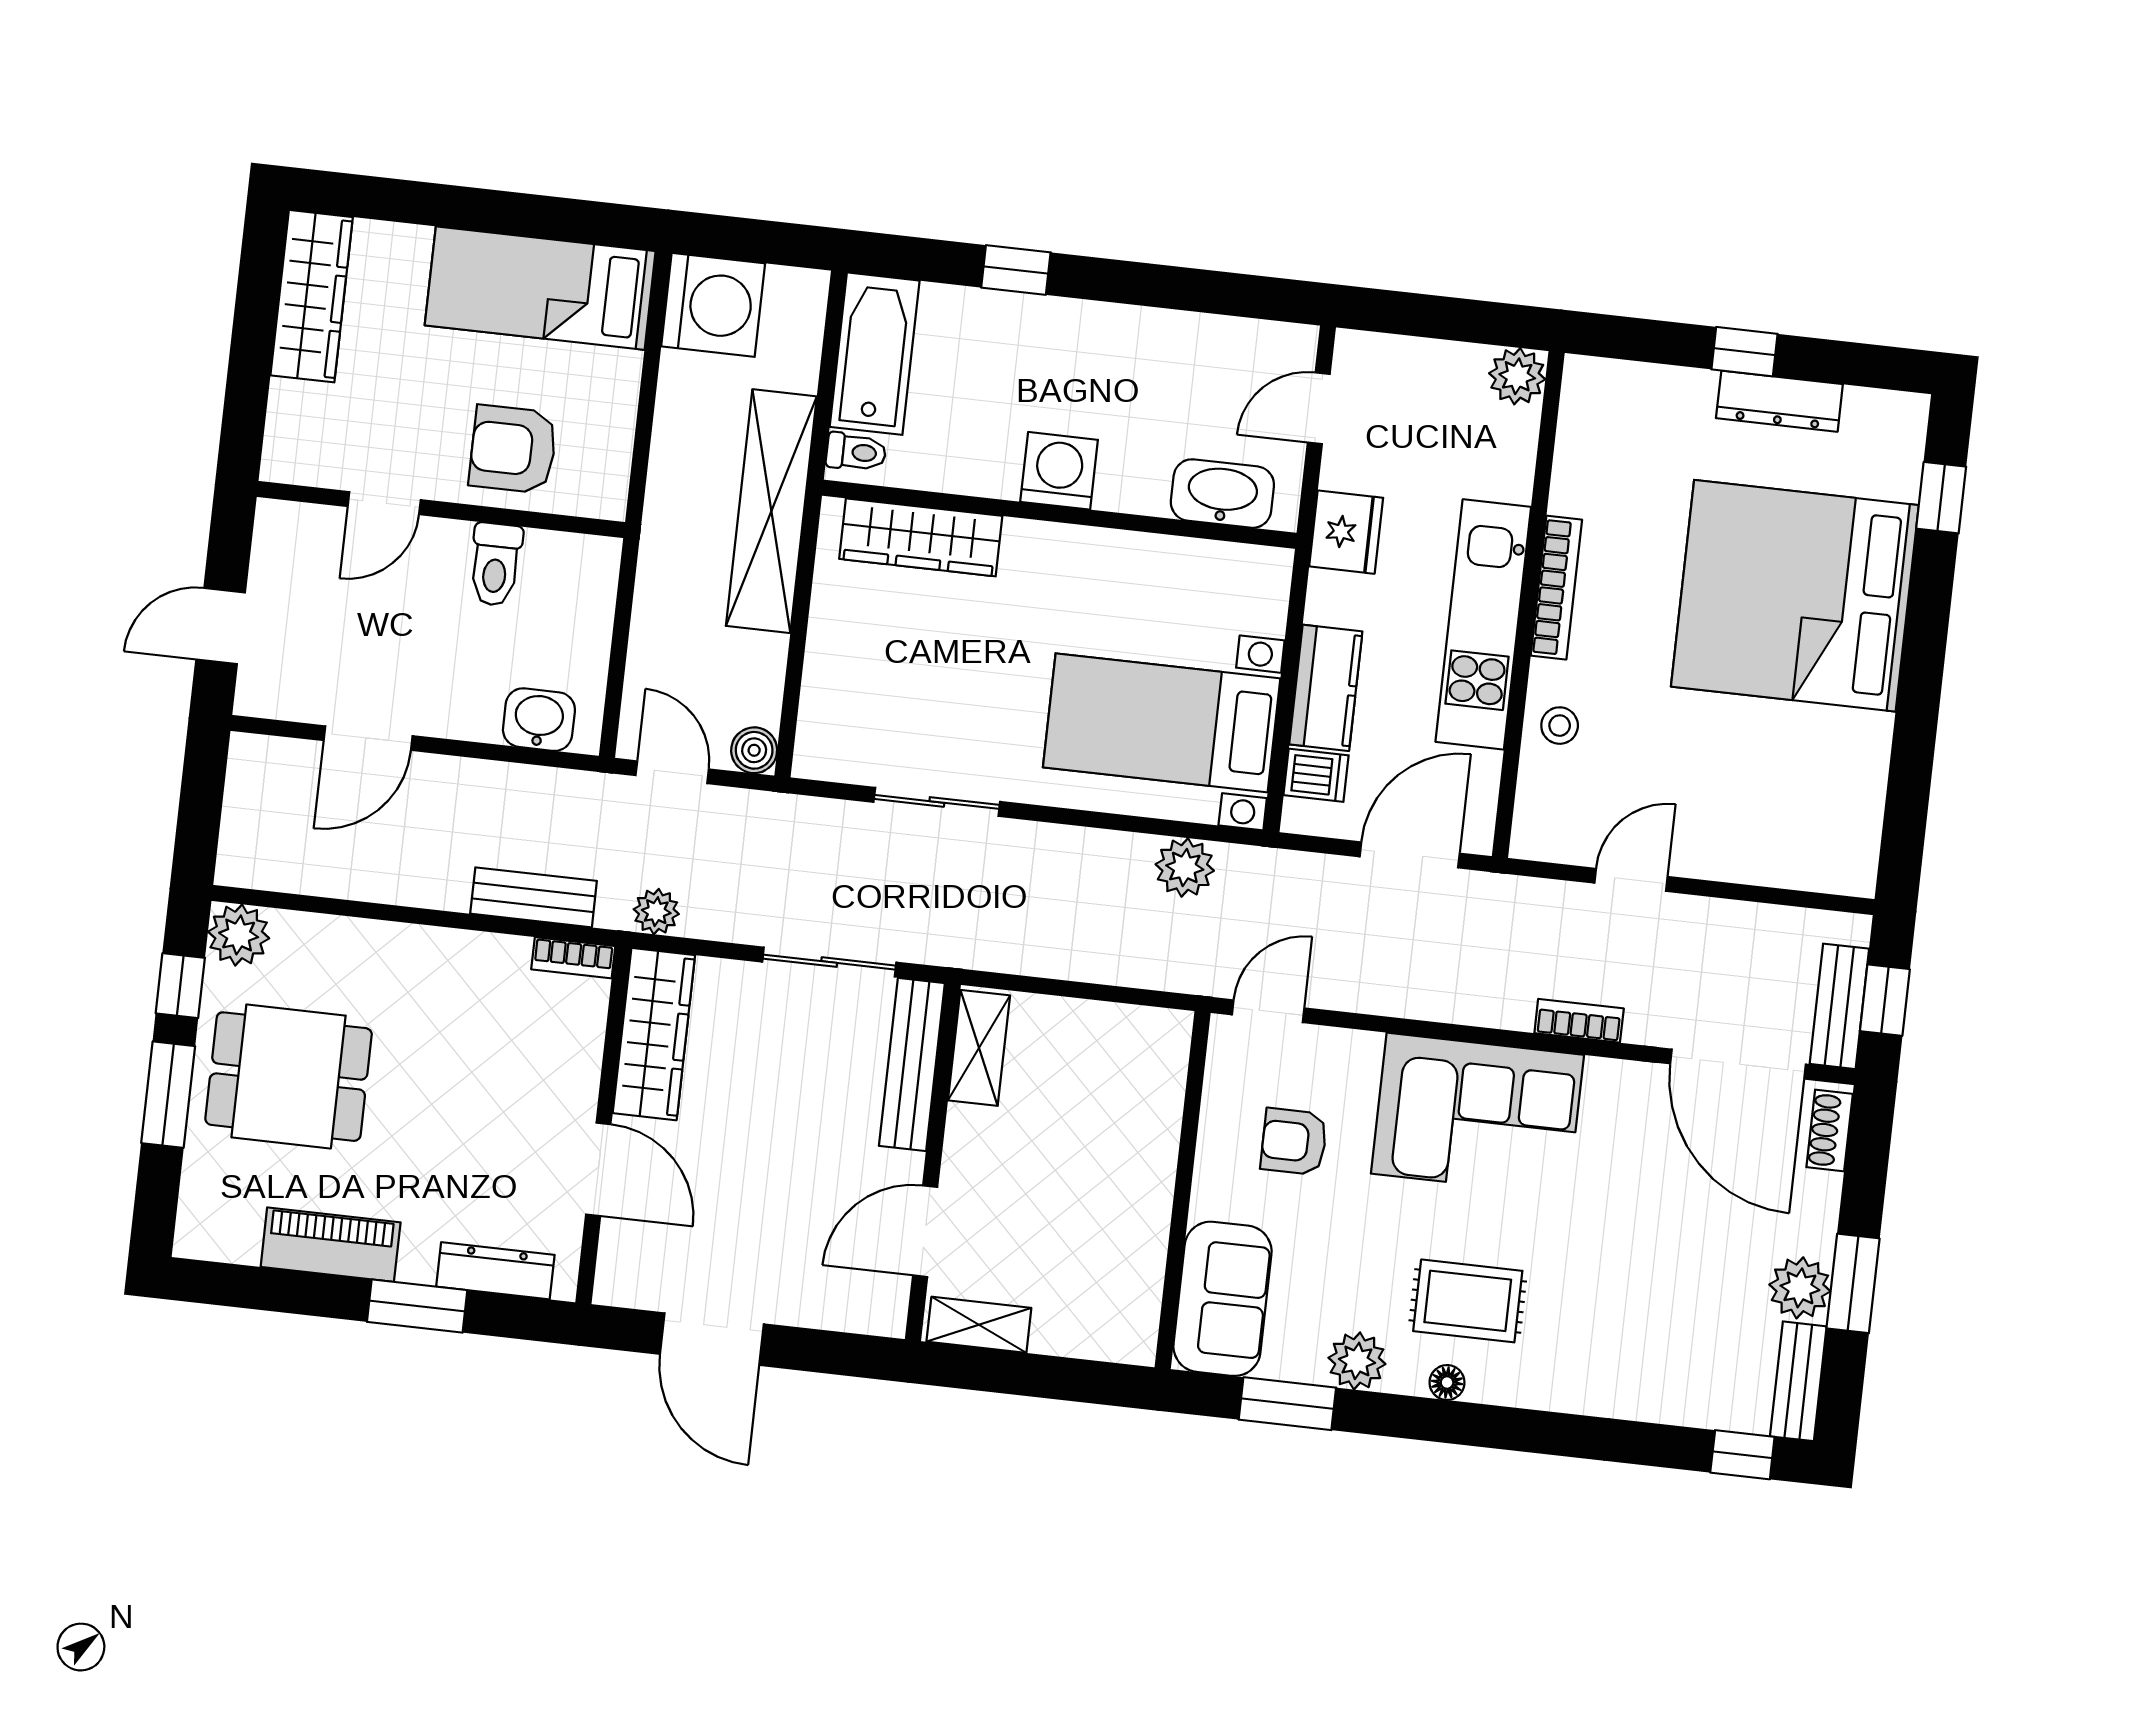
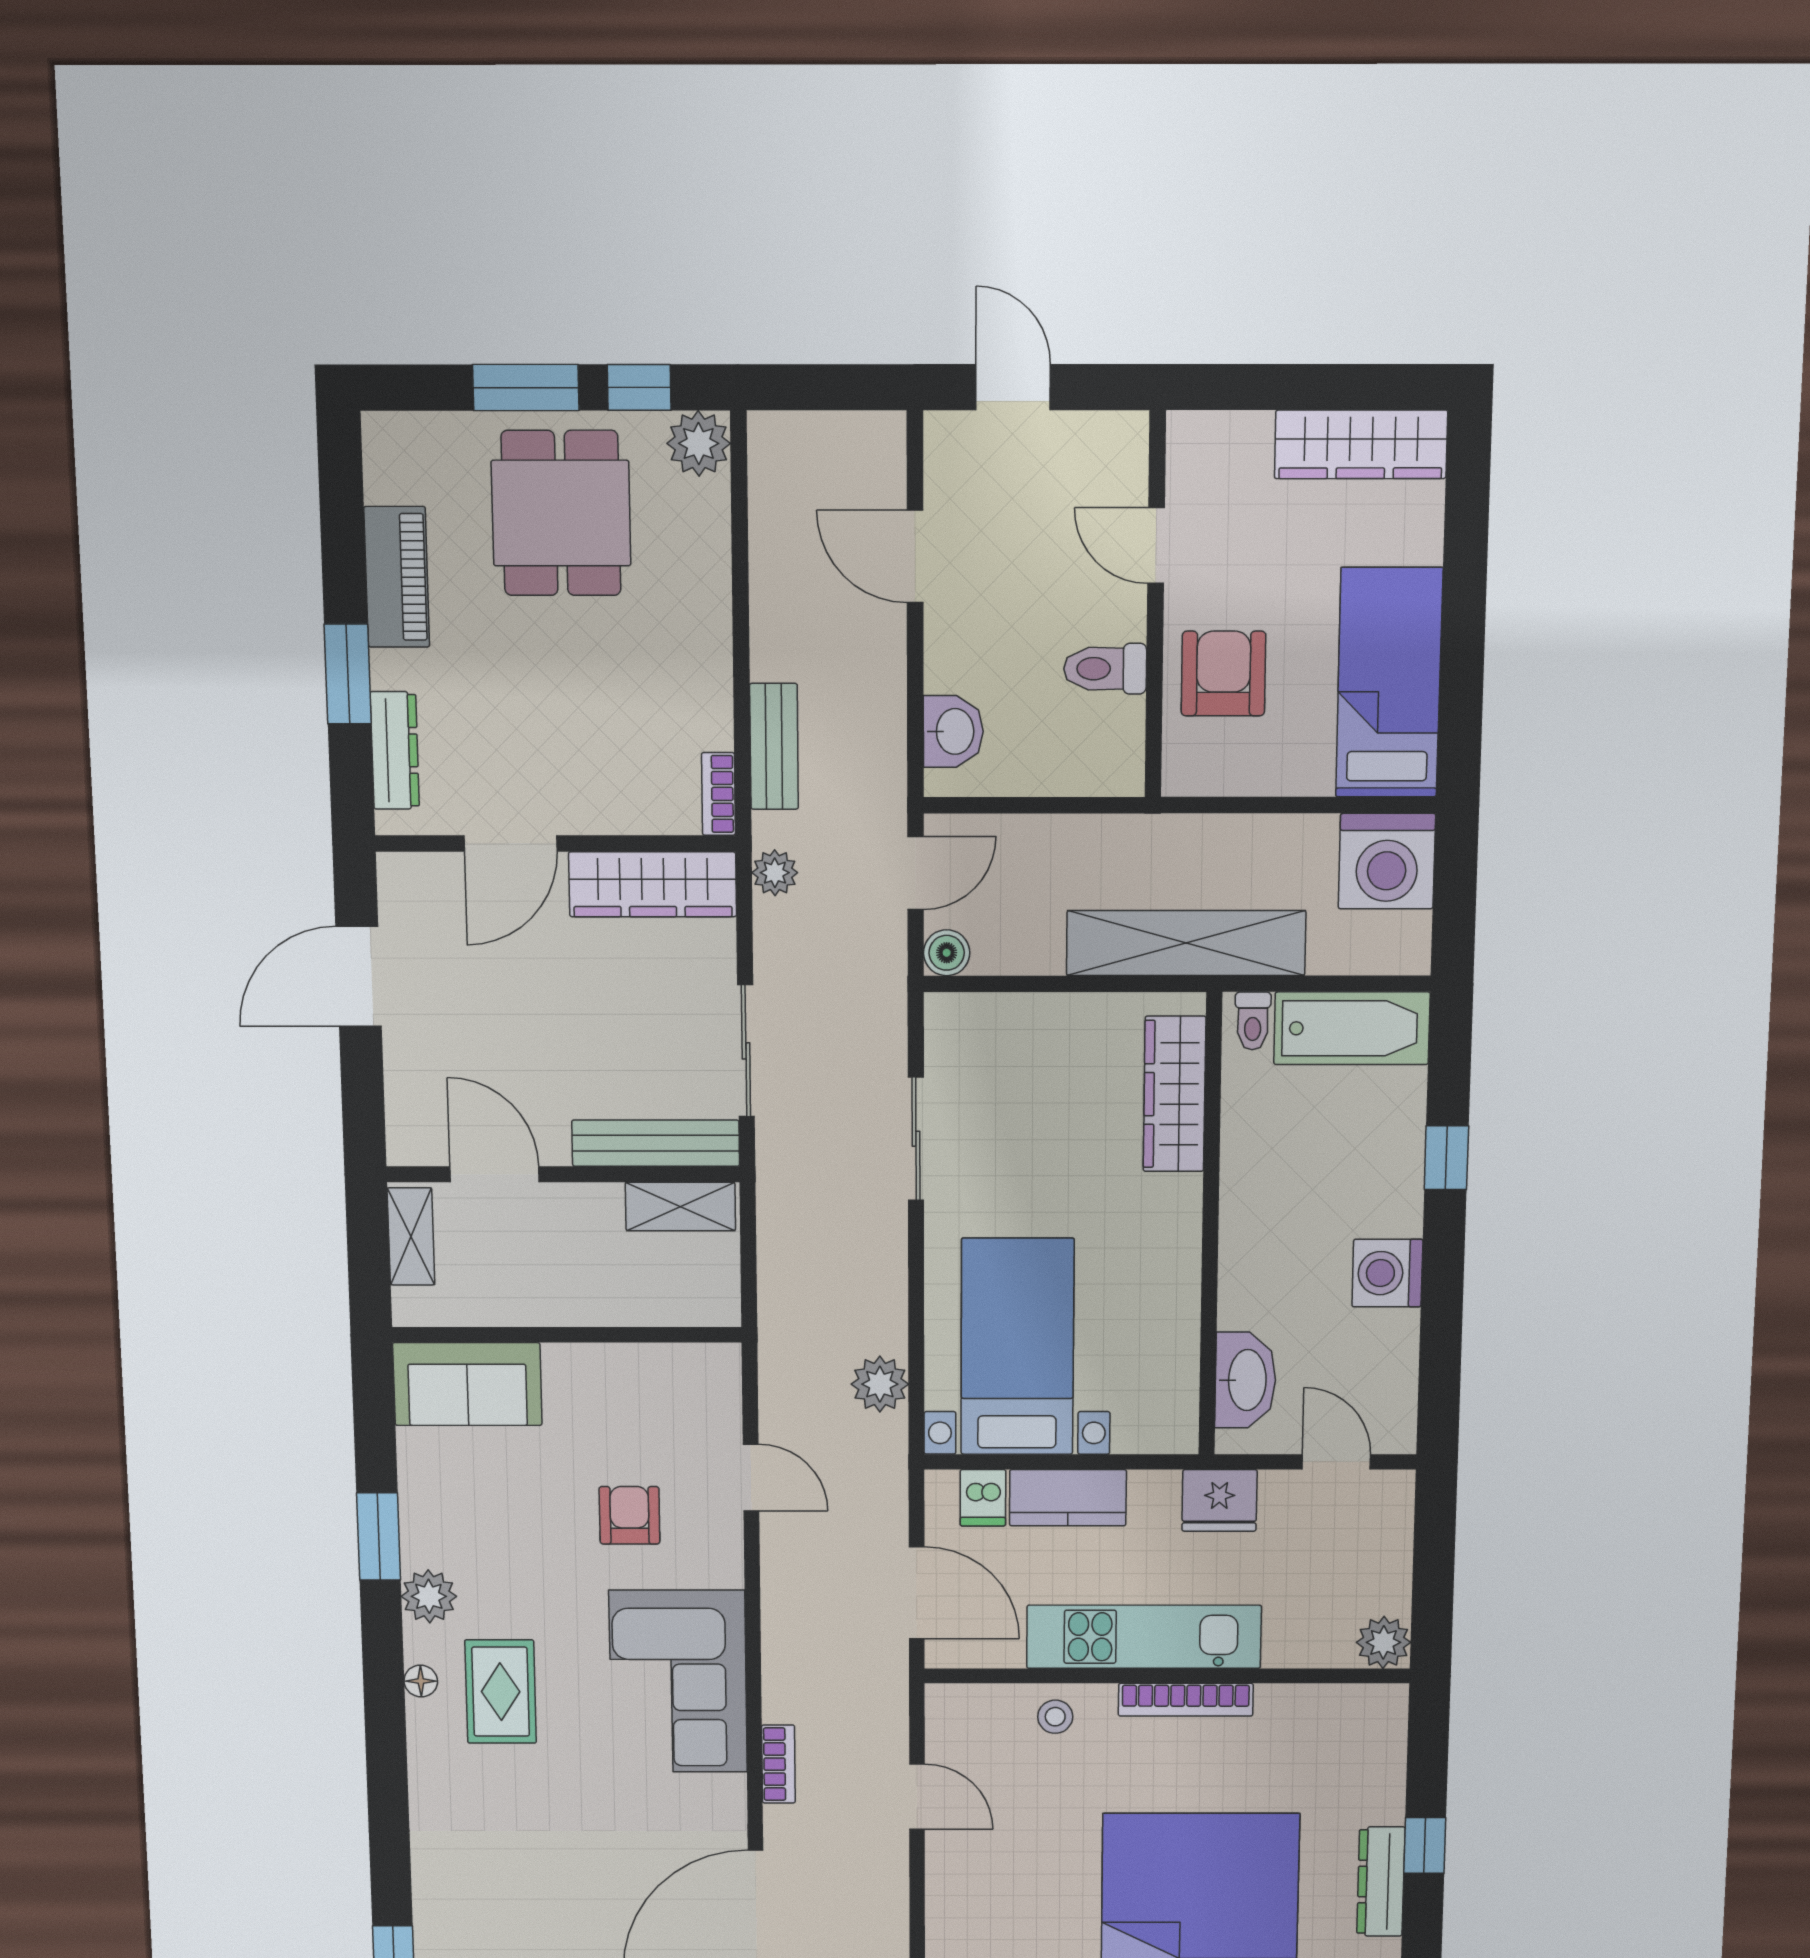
washing machine: (1059, 471) -> (1387, 1273), moved, turned 180
wall: (1183, 1190) -> (567, 1335), moved
sofa: (1223, 1299) -> (467, 1384), moved

